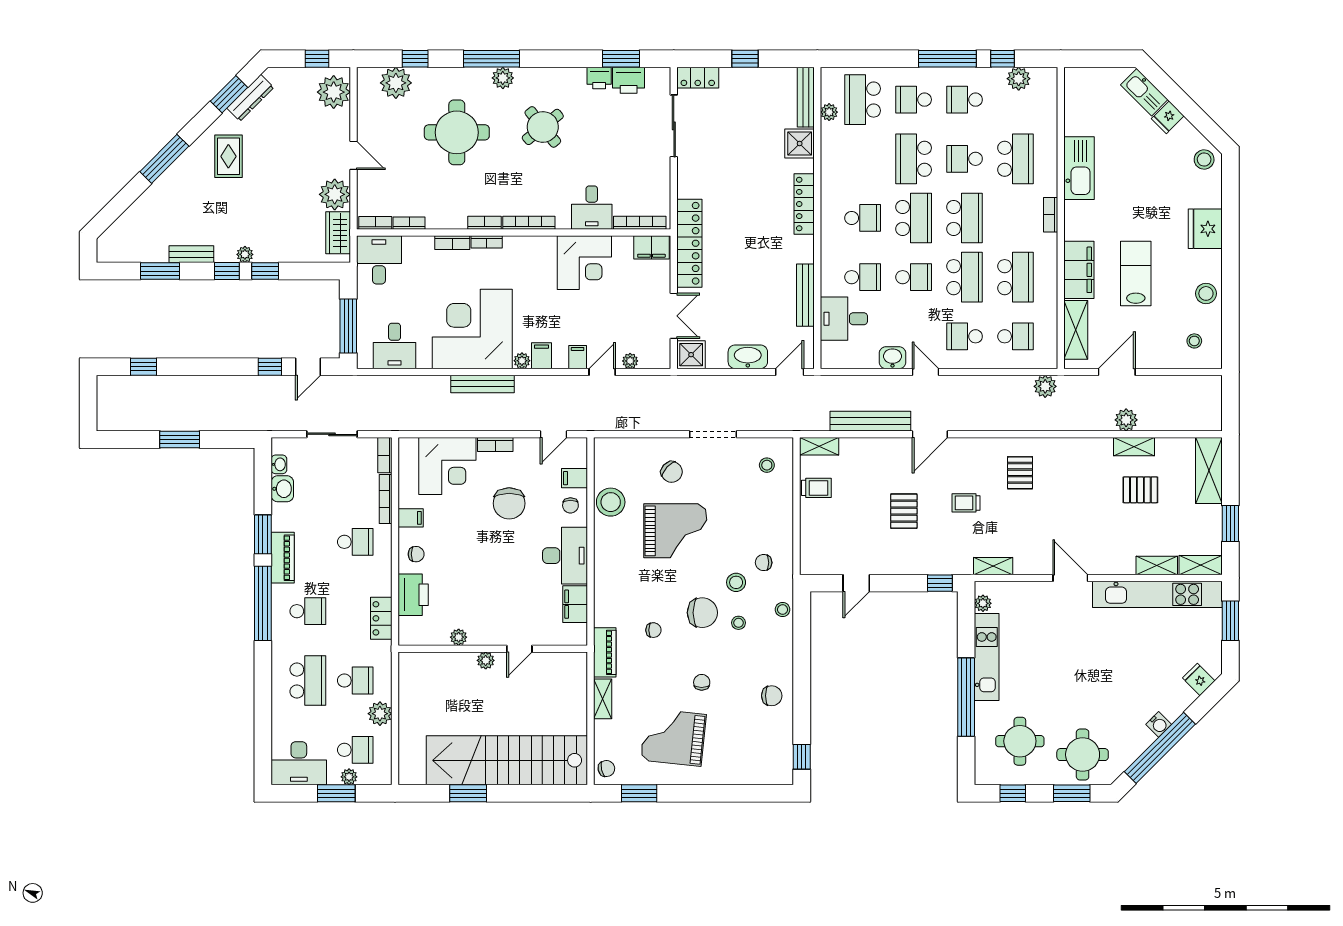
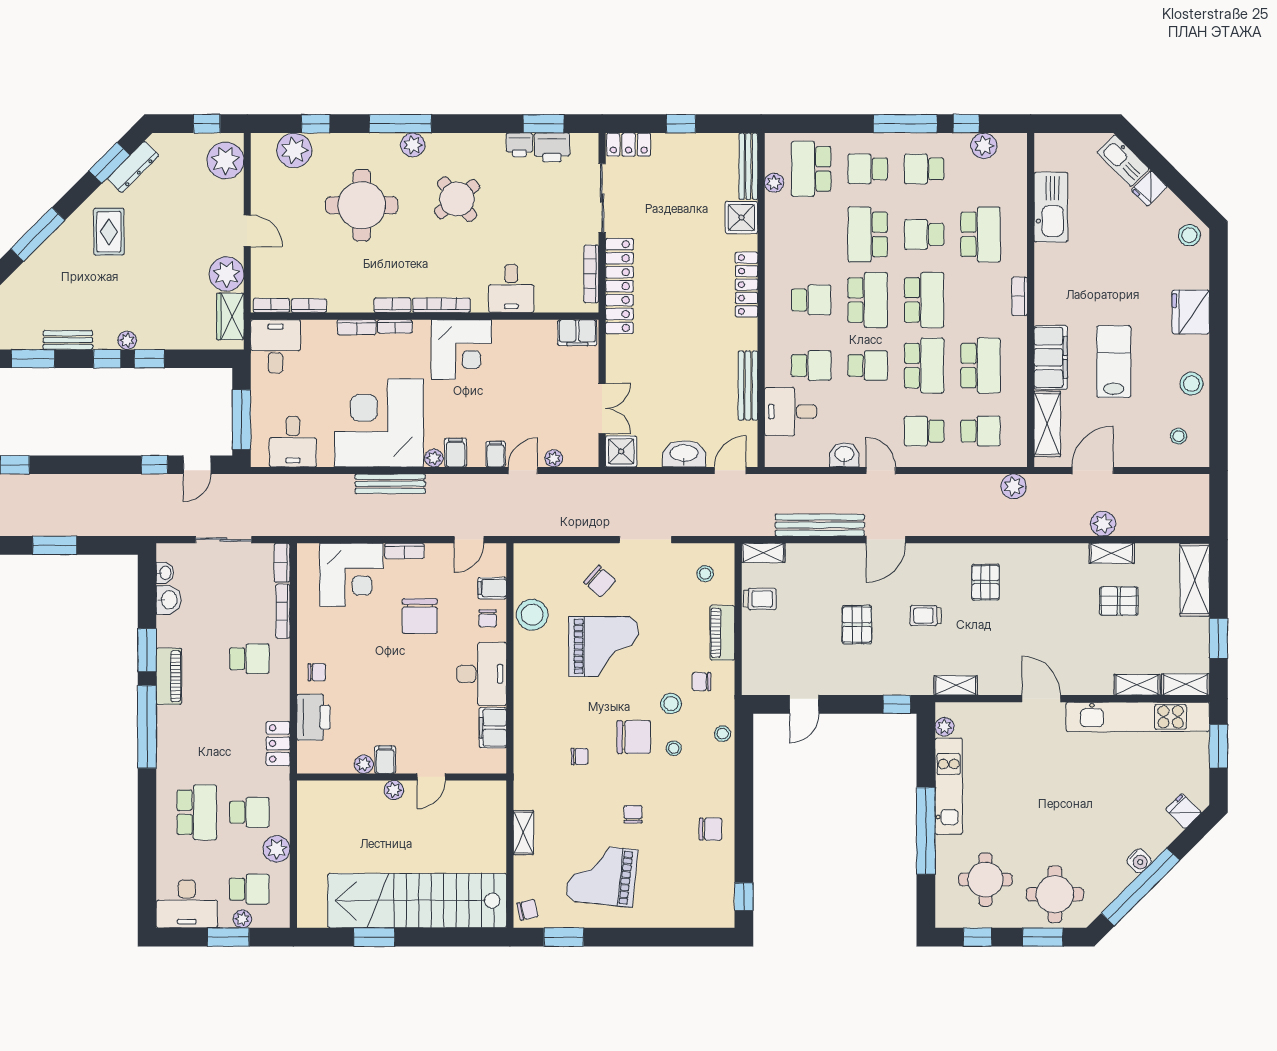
kitchen sink: (1079, 168) -> (1051, 207), moved
bookcase: (640, 223) -> (591, 274), moved, turned -90
locker: (689, 243) -> (619, 286), moved
corner desk: (584, 263) -> (461, 349), moved
filing cabinet: (411, 518) -> (385, 760), moved, turned -90
school desk: (308, 611) -> (197, 735), removed
piano: (605, 652) -> (722, 633), moved, turned 180

